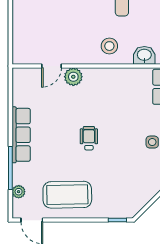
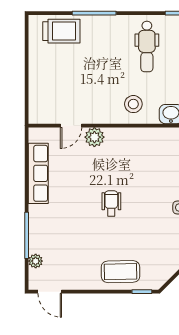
row of seats: (21, 135) -> (38, 173), moved
coffee table: (67, 195) -> (120, 272), moved, width x0.73, depth x0.76

